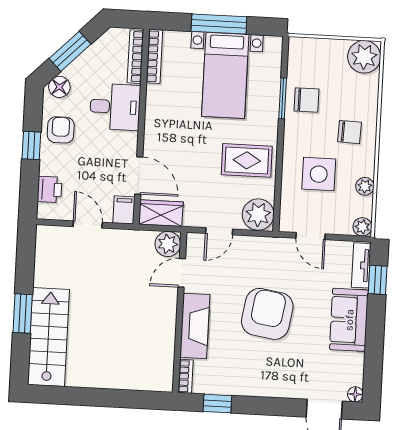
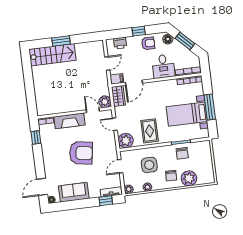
plant: (364, 57) -> (189, 178), moved
sofa: (349, 320) -> (74, 192), moved

